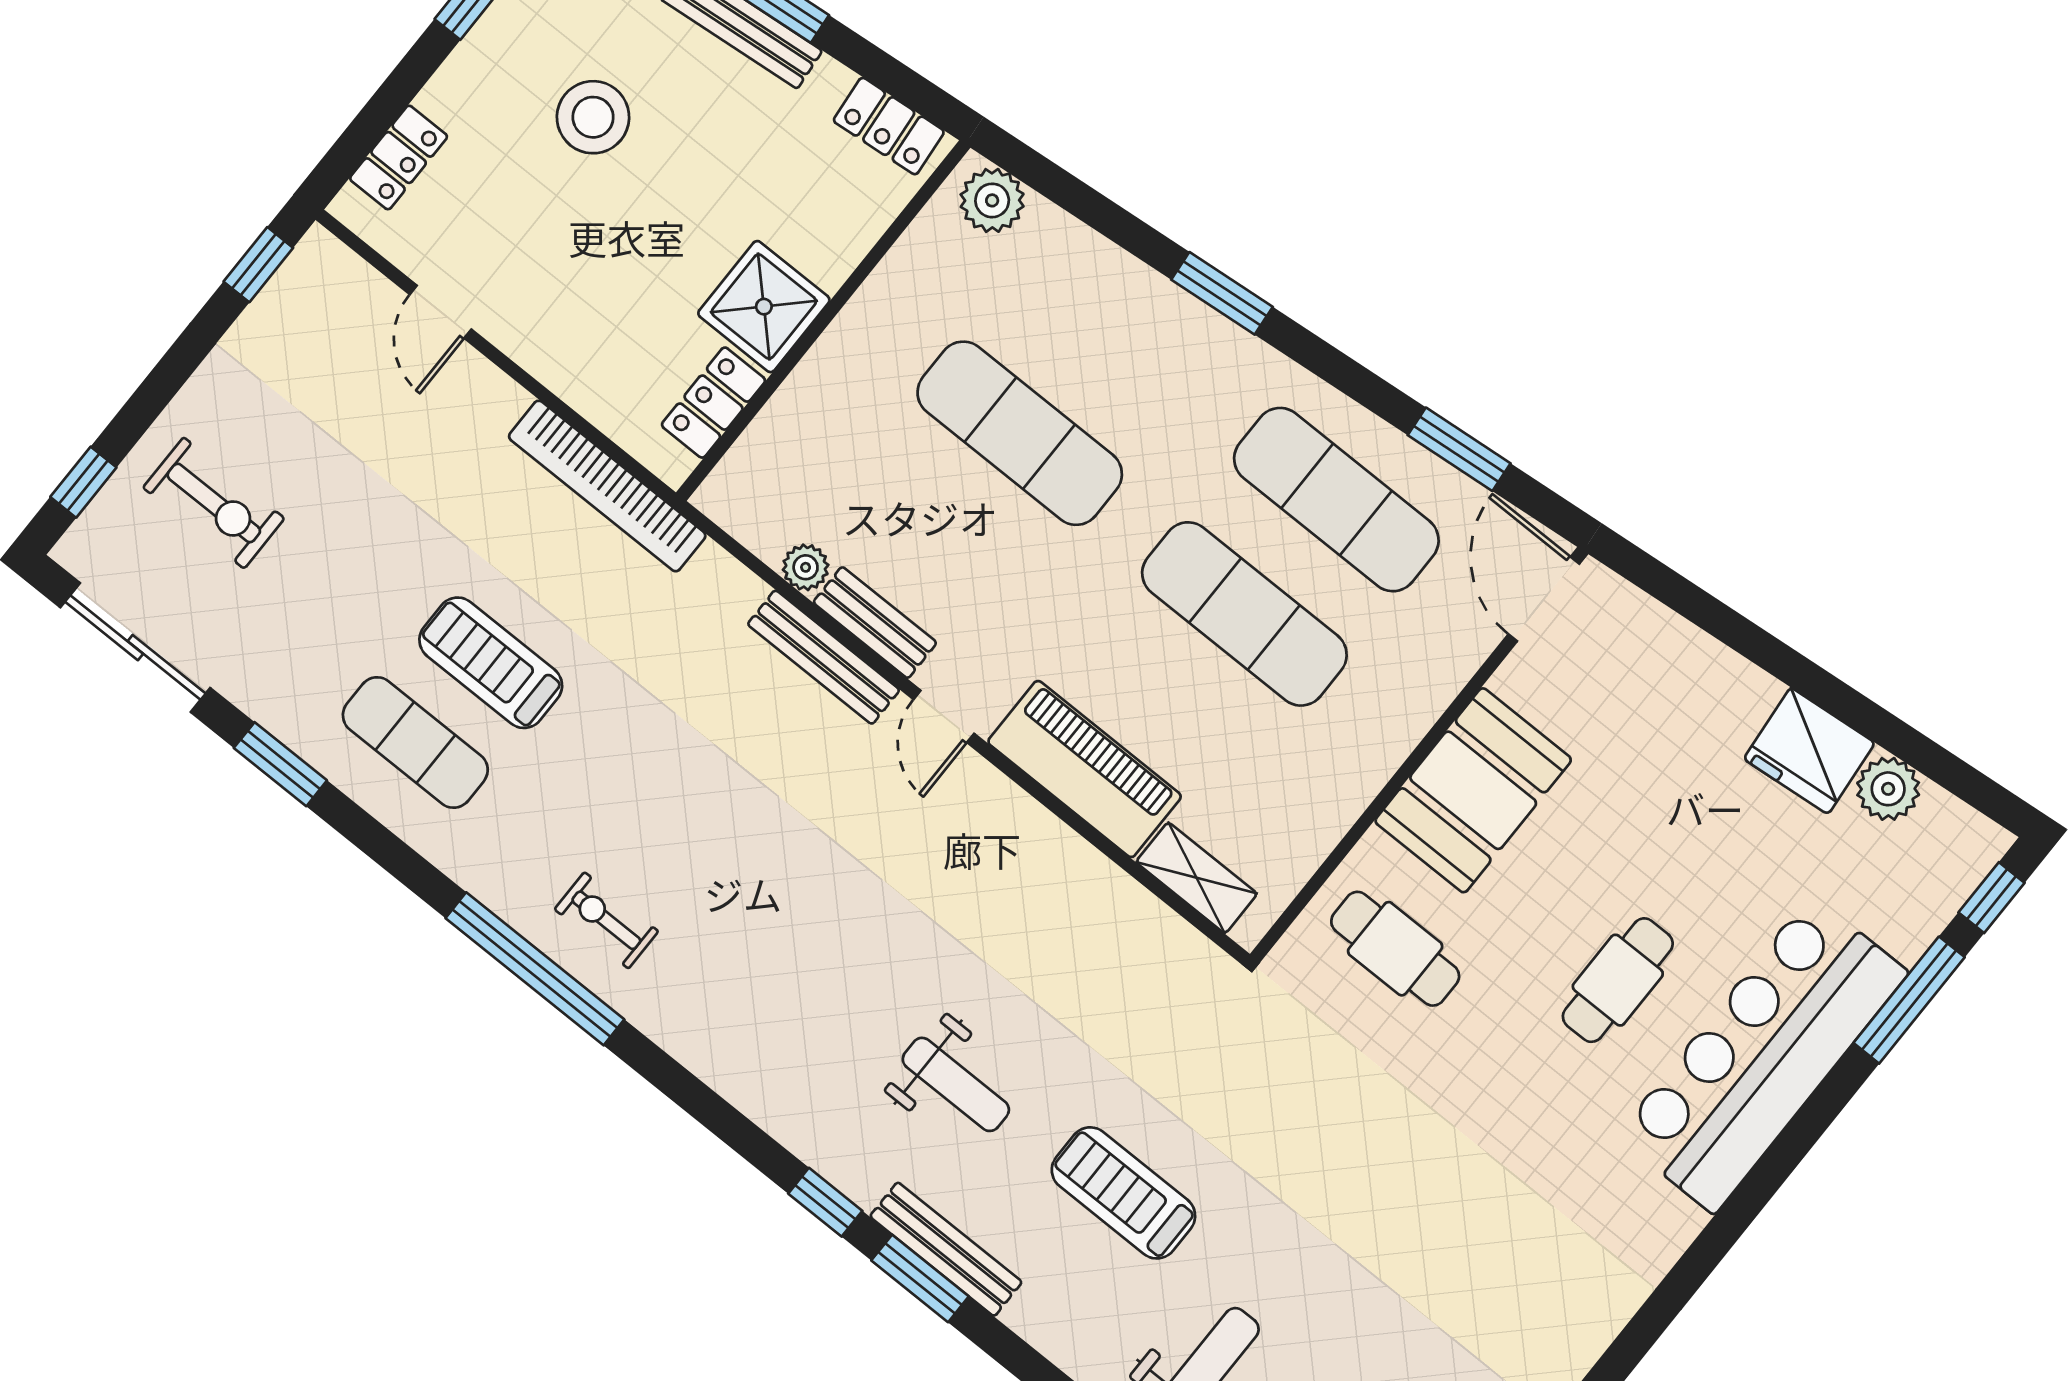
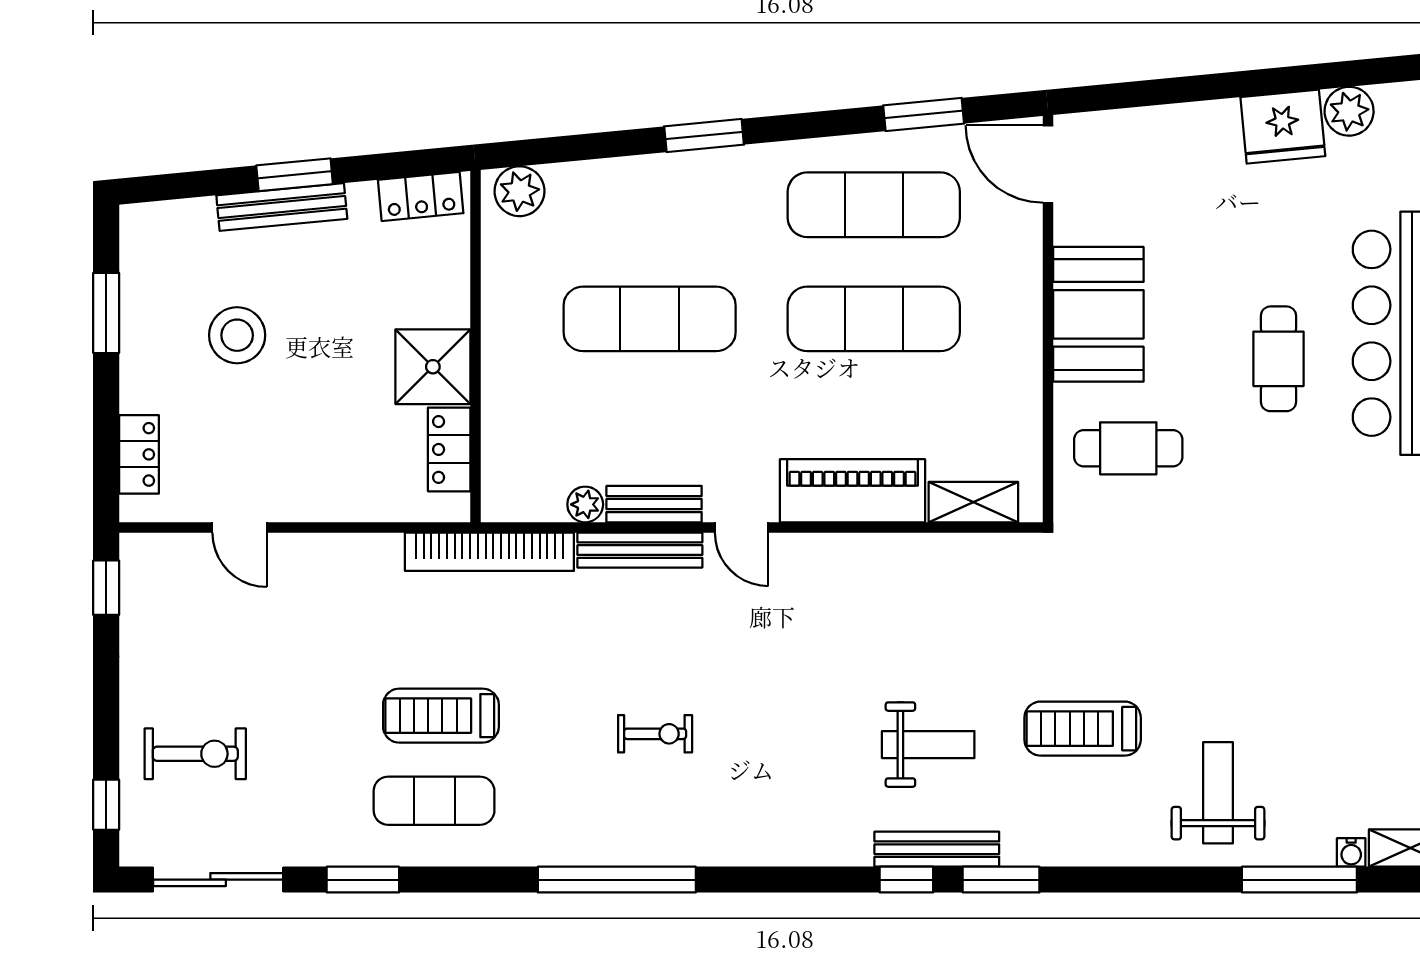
bookcase: (607, 486) -> (489, 552), moved
exercise bike: (606, 920) -> (655, 734), moved, turned 180
bench: (946, 1249) -> (937, 849), moved

